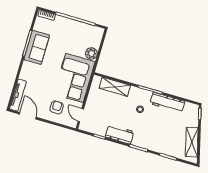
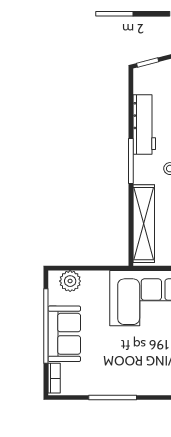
sofa: (37, 47) -> (64, 334), moved, turned 90
plant: (91, 54) -> (70, 281), moved
shelving: (115, 87) -> (144, 224), width x1.47

